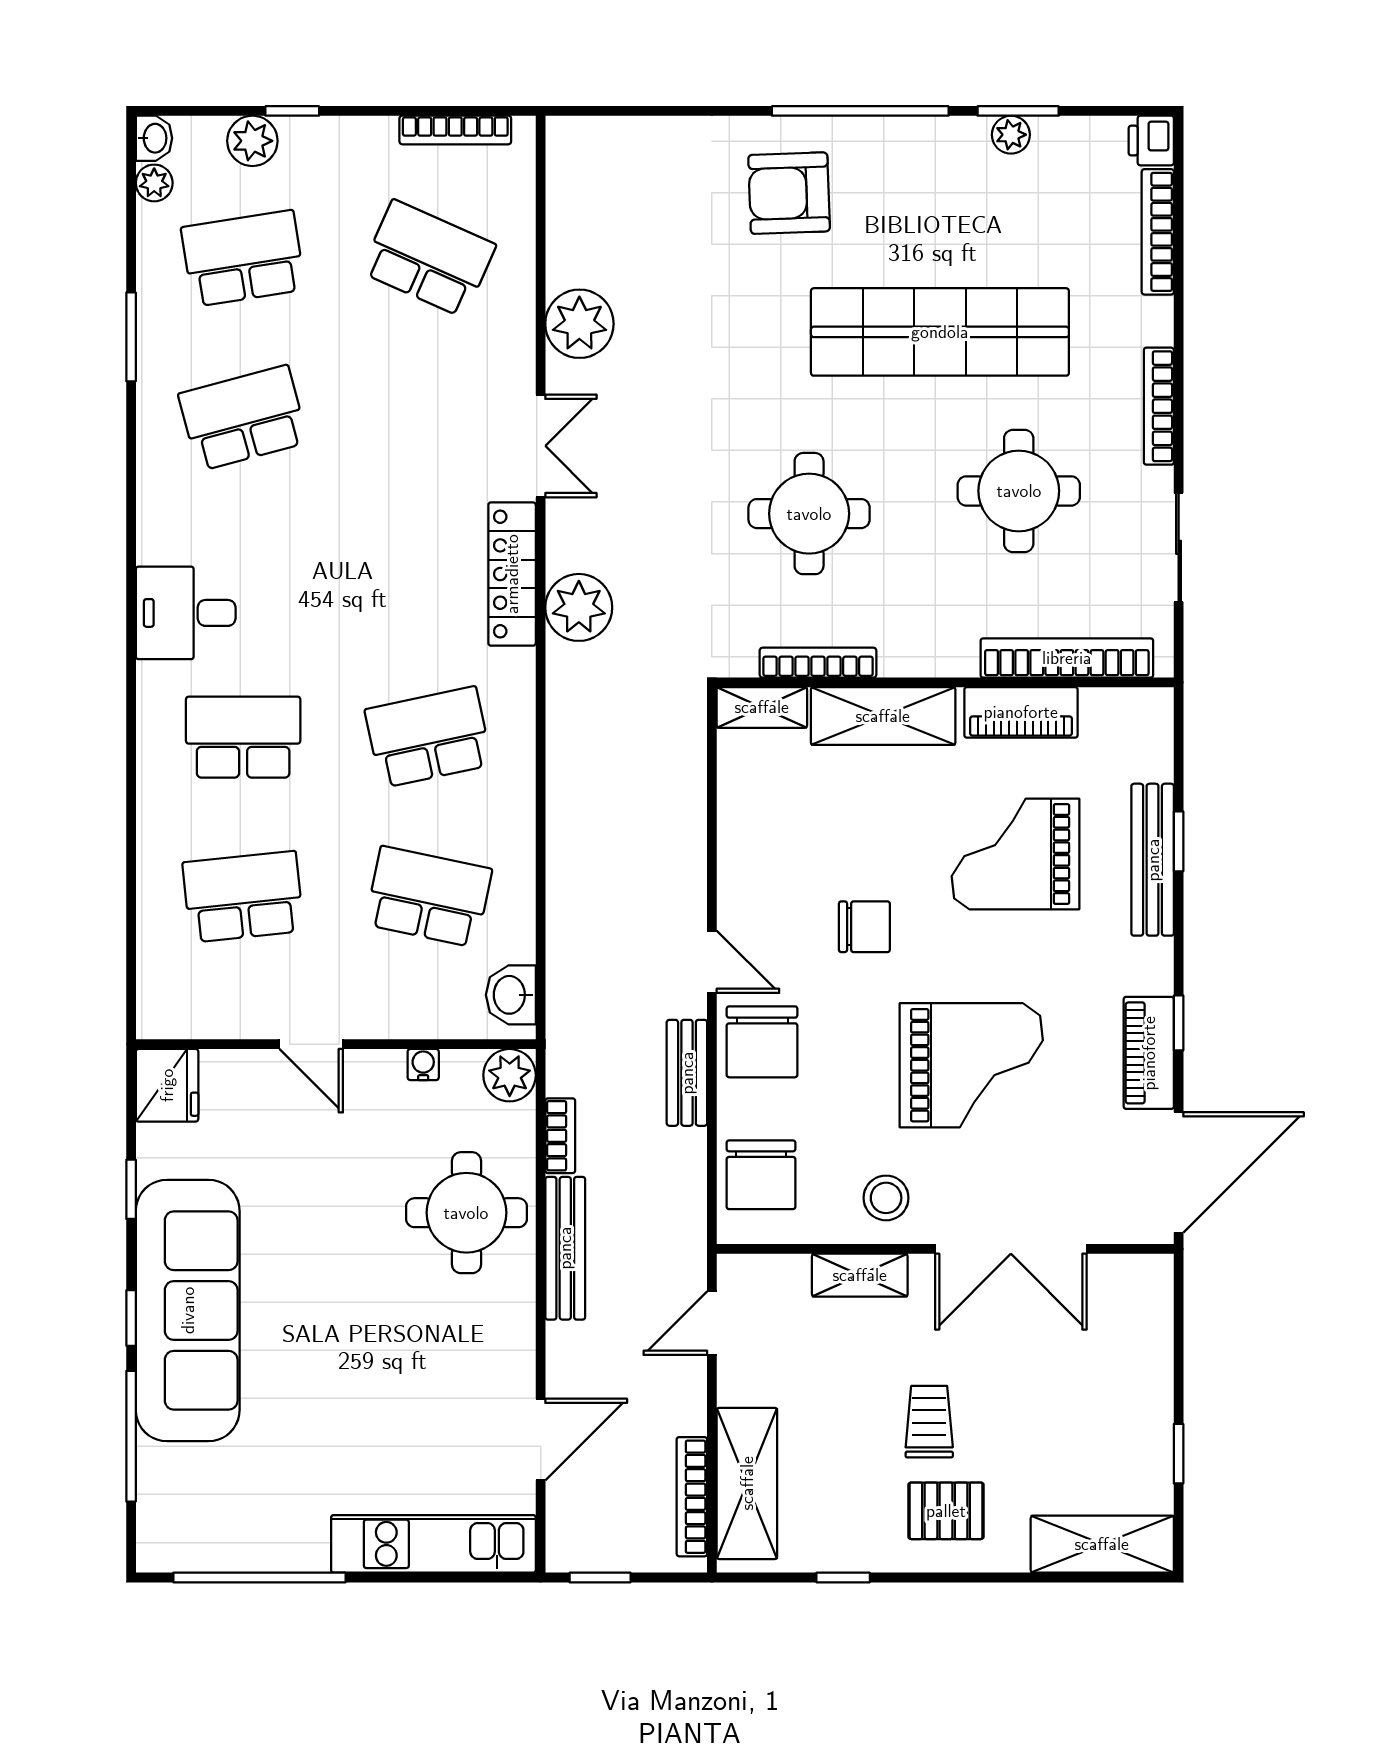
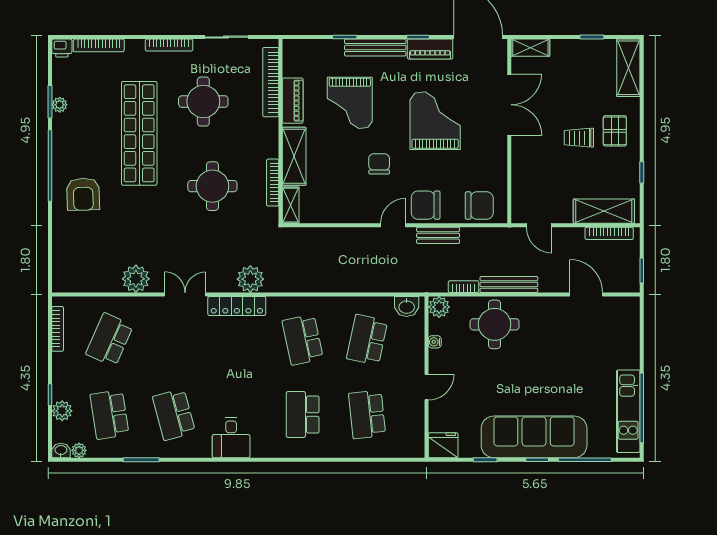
desk: (186, 613) -> (231, 438), moved
bench: (1153, 860) -> (375, 48), moved
chair: (762, 1042) -> (426, 205), turned 180
stool: (886, 1198) -> (489, 155), removed
shelving: (860, 1275) -> (530, 48), moved, turned 90
kitchen unit: (433, 1544) -> (628, 411), moved

